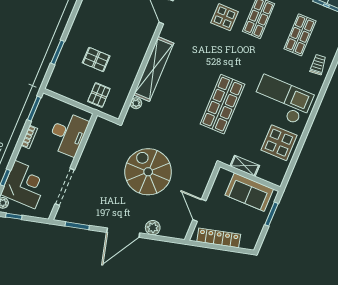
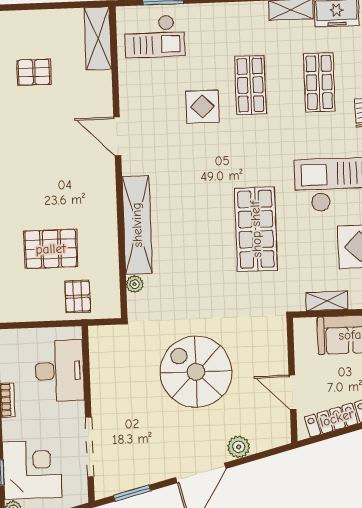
pallet: (96, 59) -> (51, 249), width x1.50, depth x1.42

